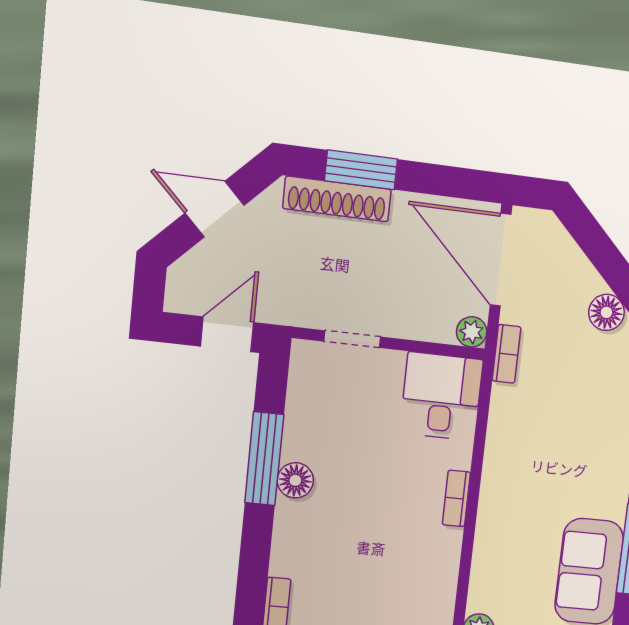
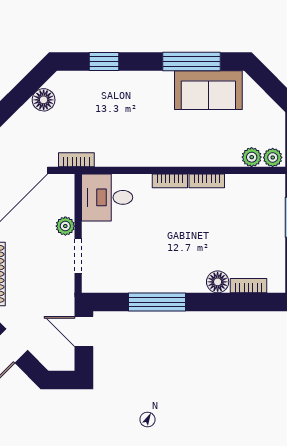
plant: (472, 332) -> (65, 226), moved
floor lamp: (295, 480) -> (218, 282), moved
bookcase: (450, 556) -> (207, 181), added

